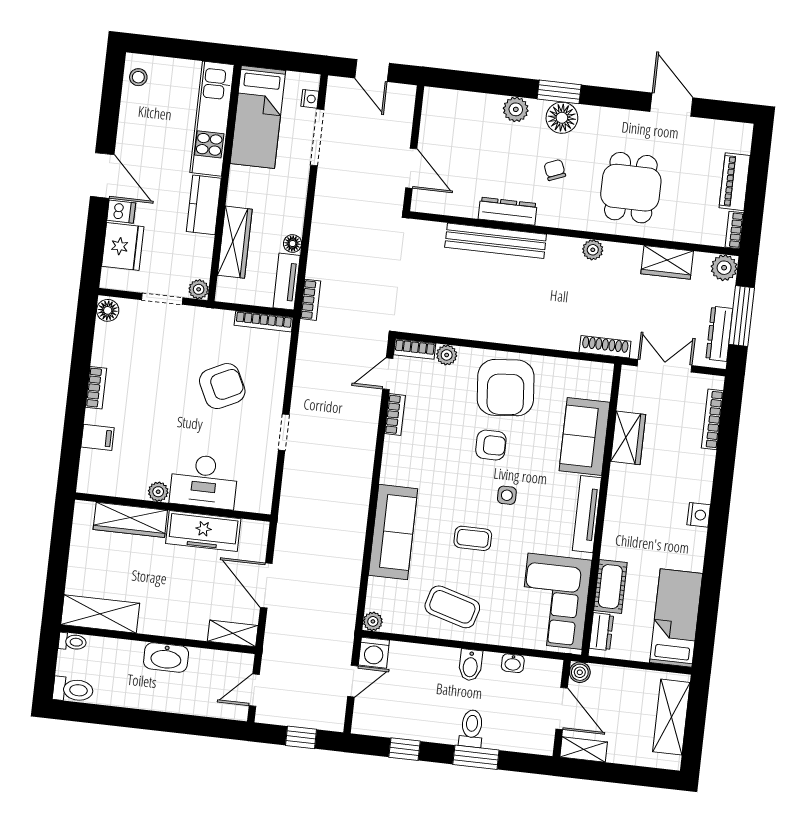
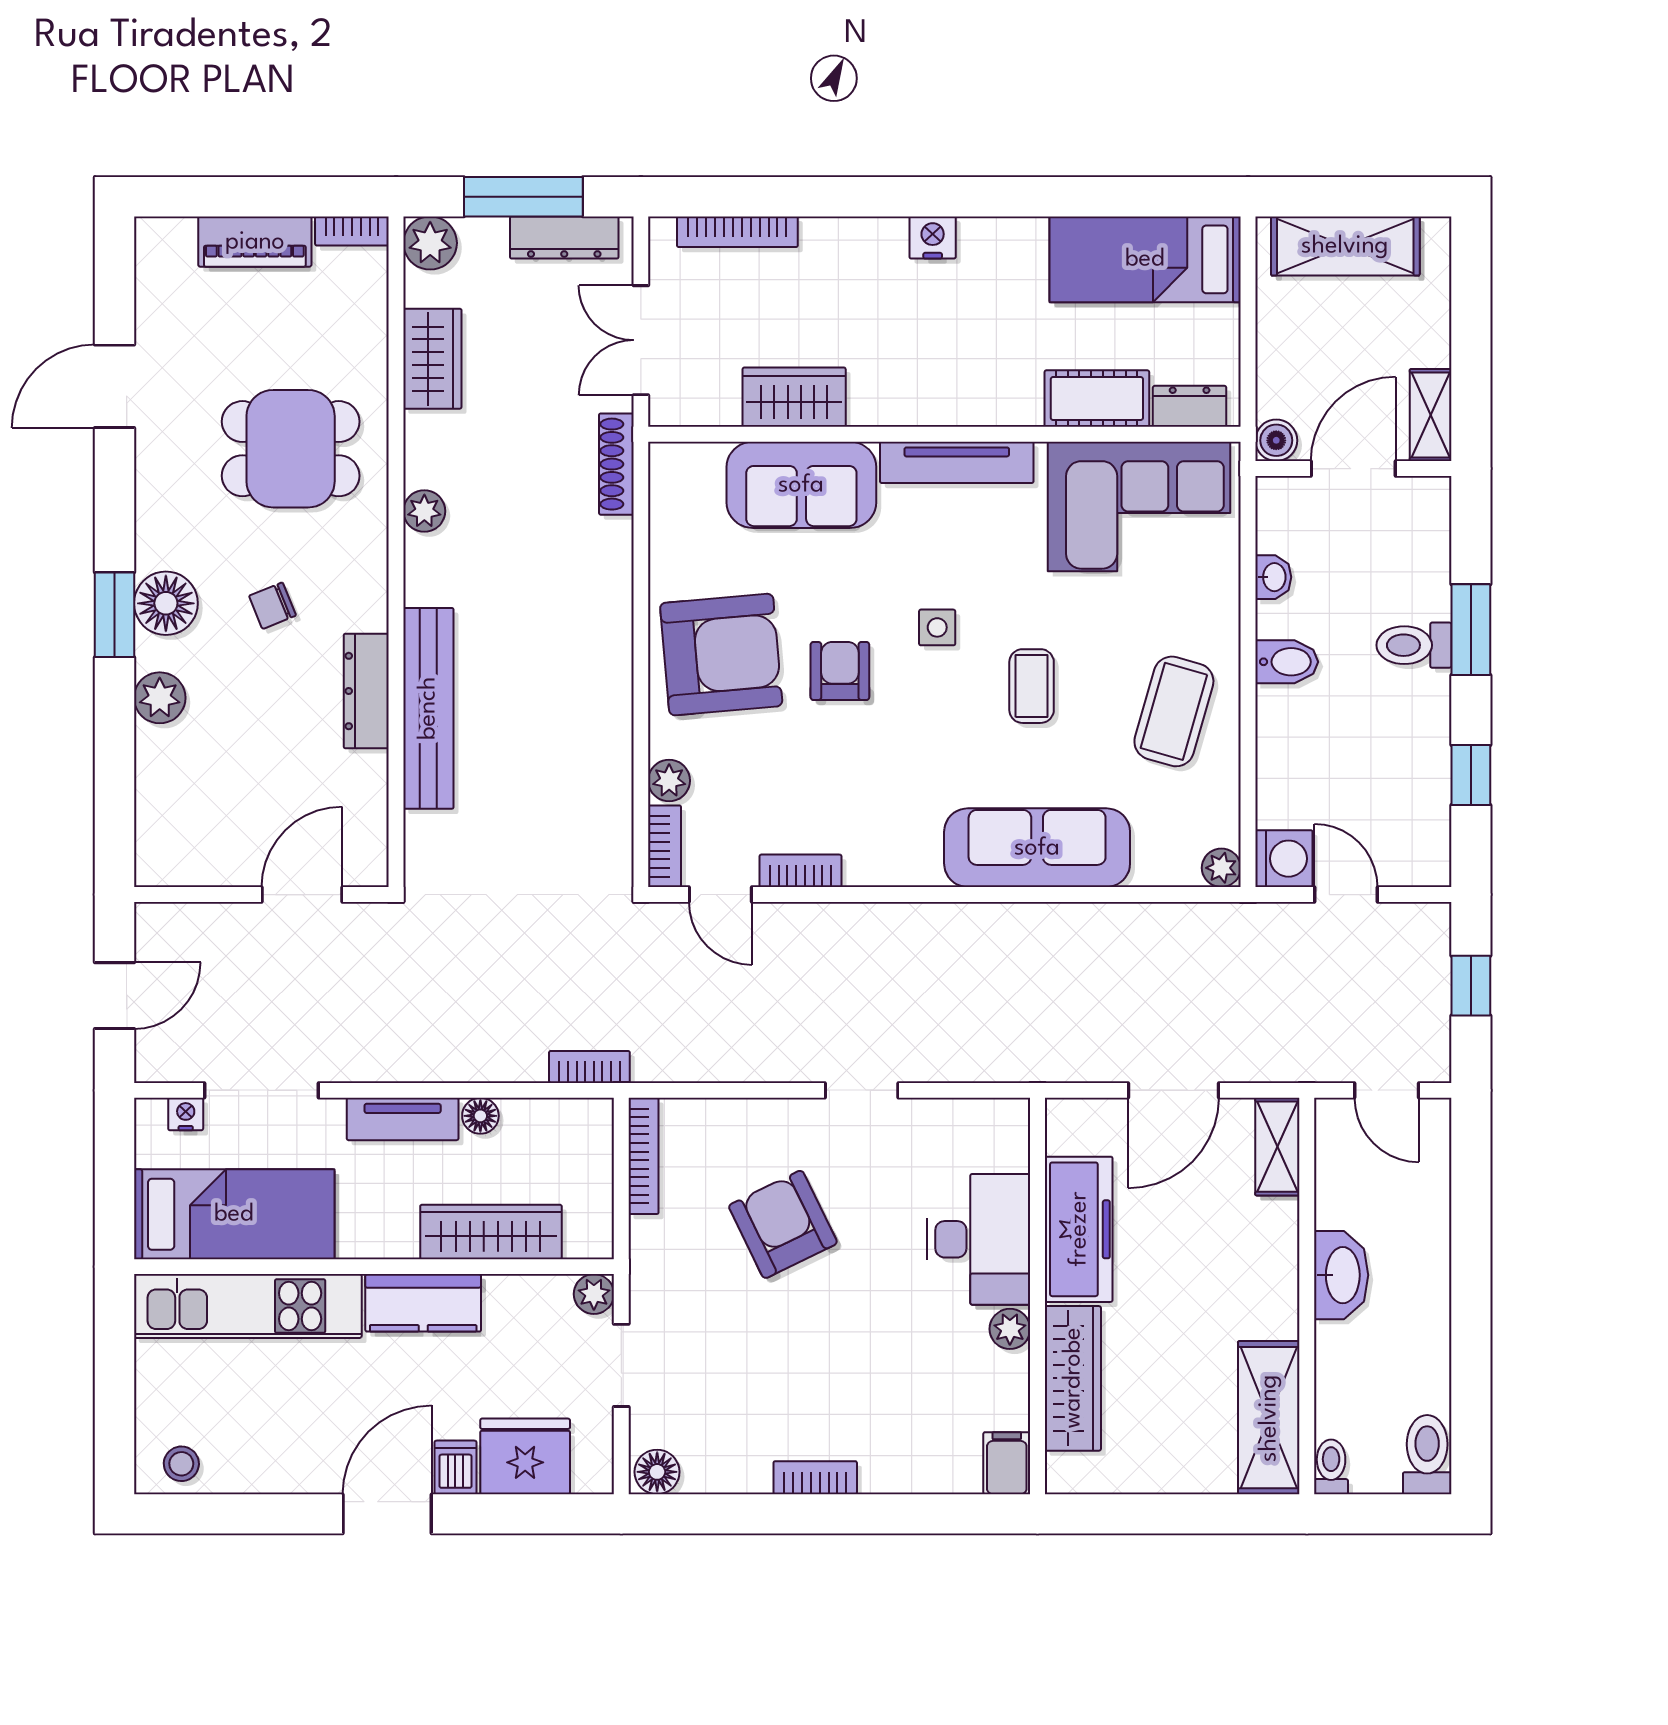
tv unit: (287, 282) -> (403, 1119), moved
filing cabinet: (98, 437) -> (1007, 1463), moved

